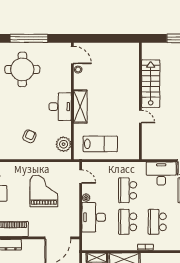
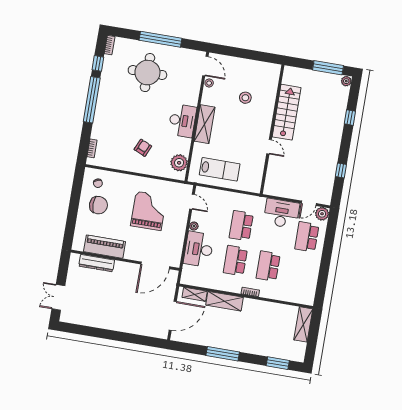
stool: (112, 77) -> (245, 98), added

